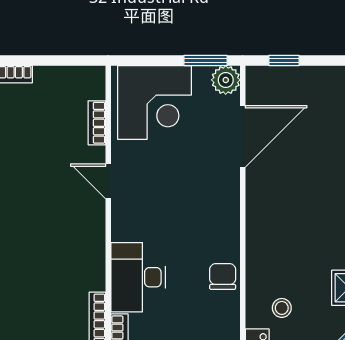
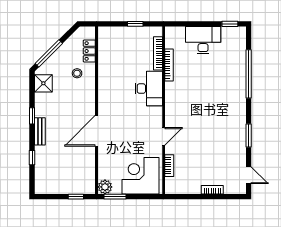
door: (243, 136) -> (97, 131), moved
door: (108, 181) -> (164, 136), hinge flipped
chair: (223, 276) -> (107, 89), removed

